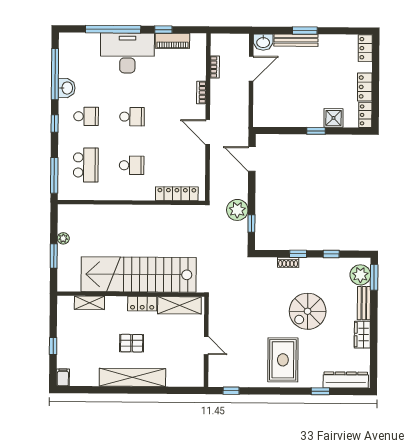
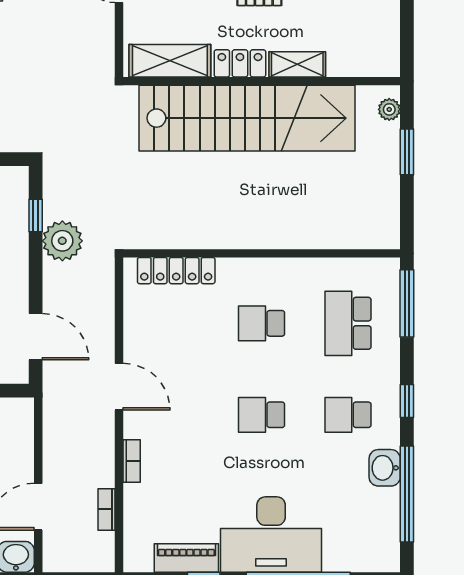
plant: (63, 238) -> (389, 109), moved
shelving: (89, 303) -> (297, 64), moved

